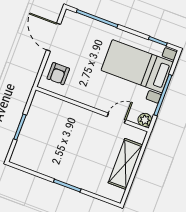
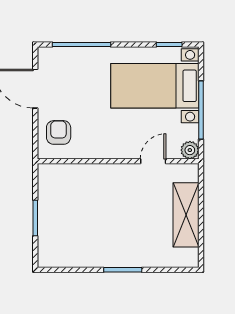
armchair: (58, 74) -> (59, 132), turned 180

